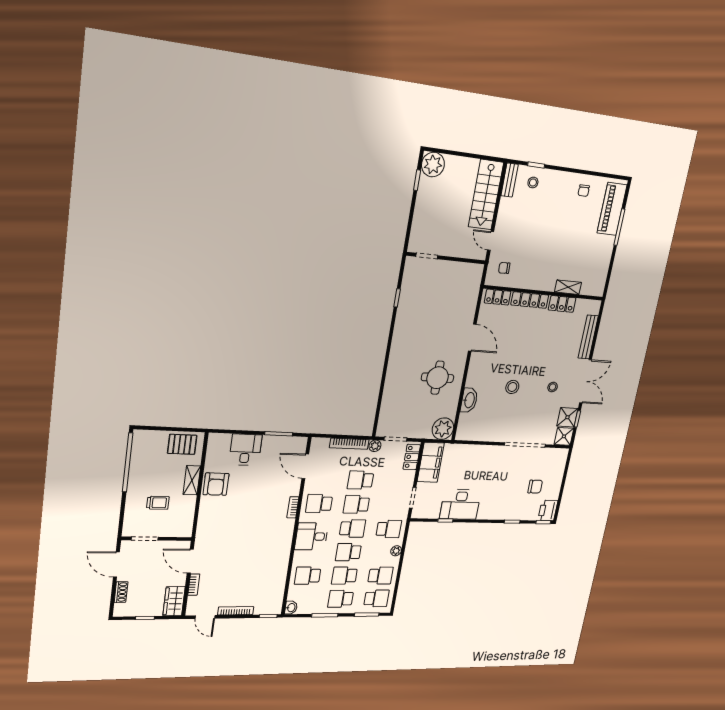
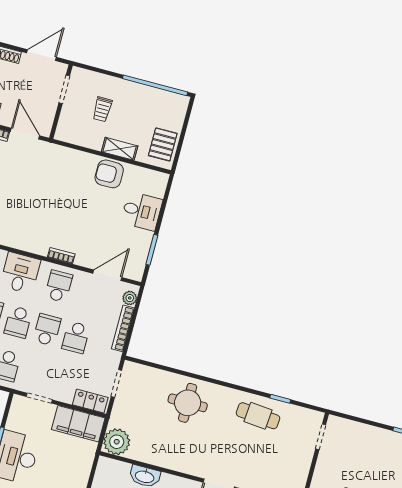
cafe table: (413, 315) -> (258, 416), added
round table: (438, 378) -> (188, 403), moved
plant: (375, 446) -> (130, 298), moved
school desk: (361, 480) -> (76, 337), turned 180
door: (190, 561) -> (25, 134), hinge flipped

